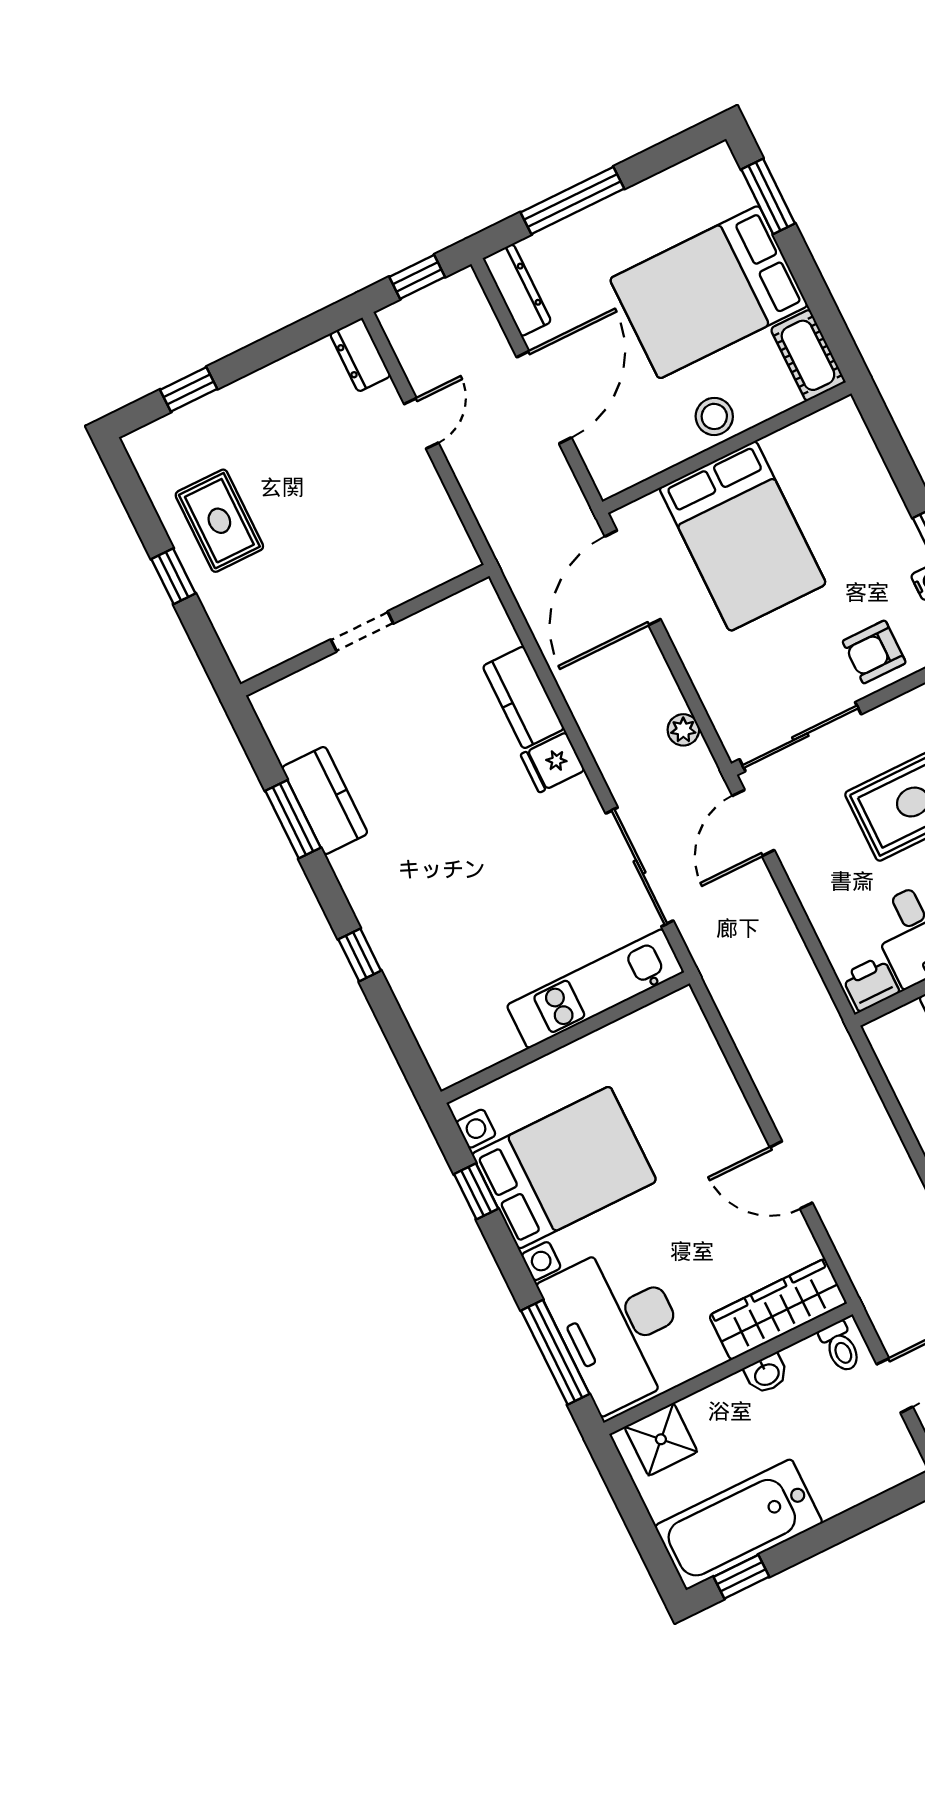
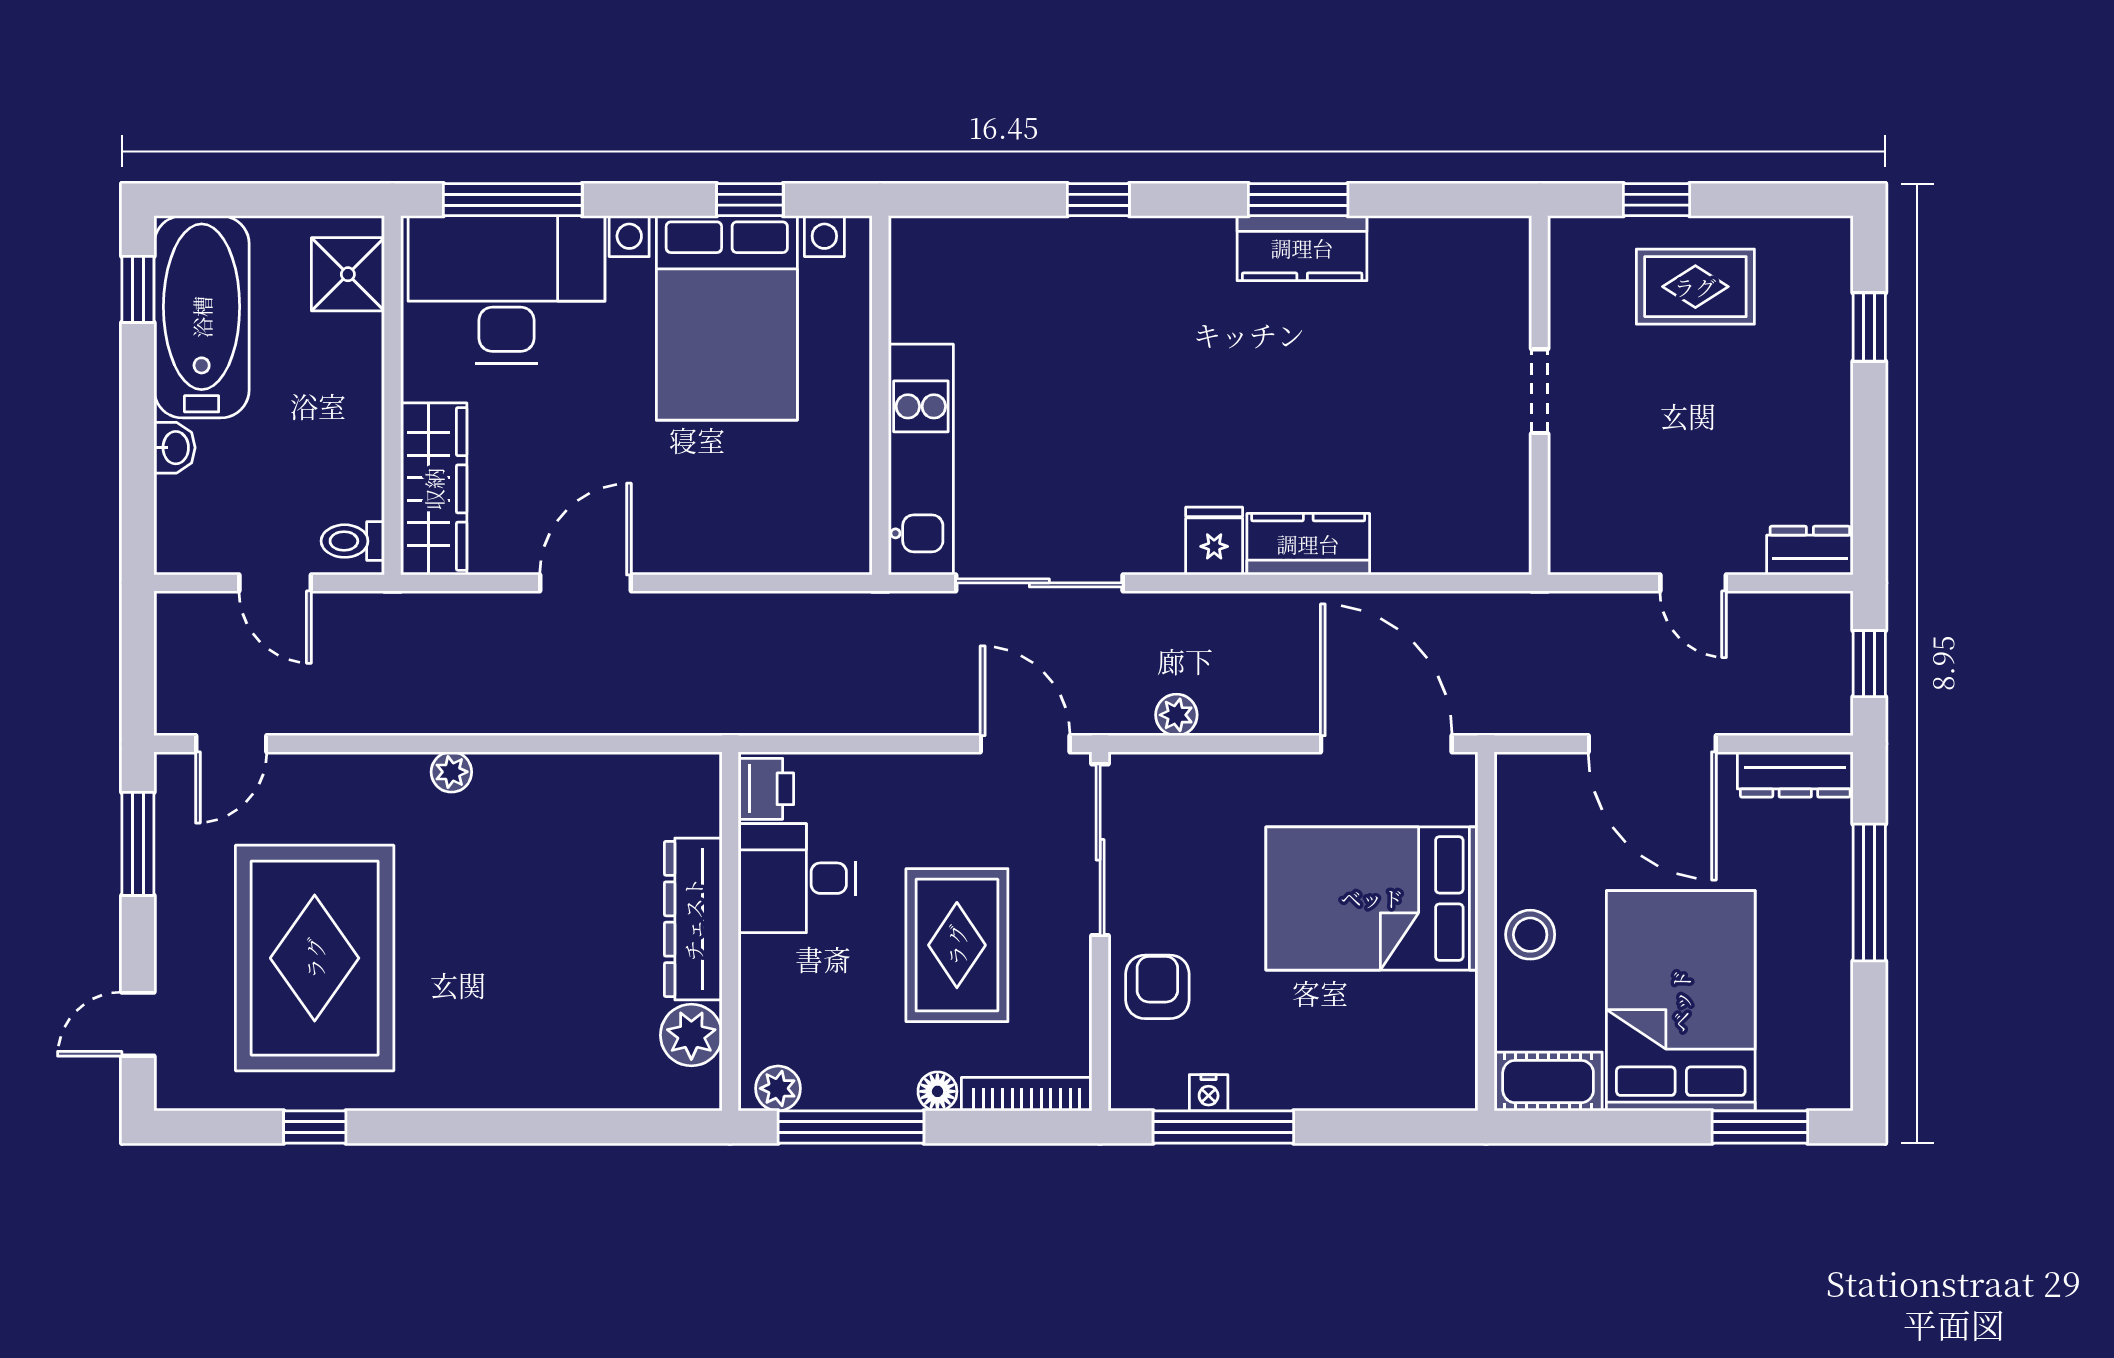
wall: (365, 630) -> (1540, 395), moved
doorway: (362, 632) -> (1540, 391), moved
washbasin: (766, 1374) -> (174, 448), moved, turned 180

